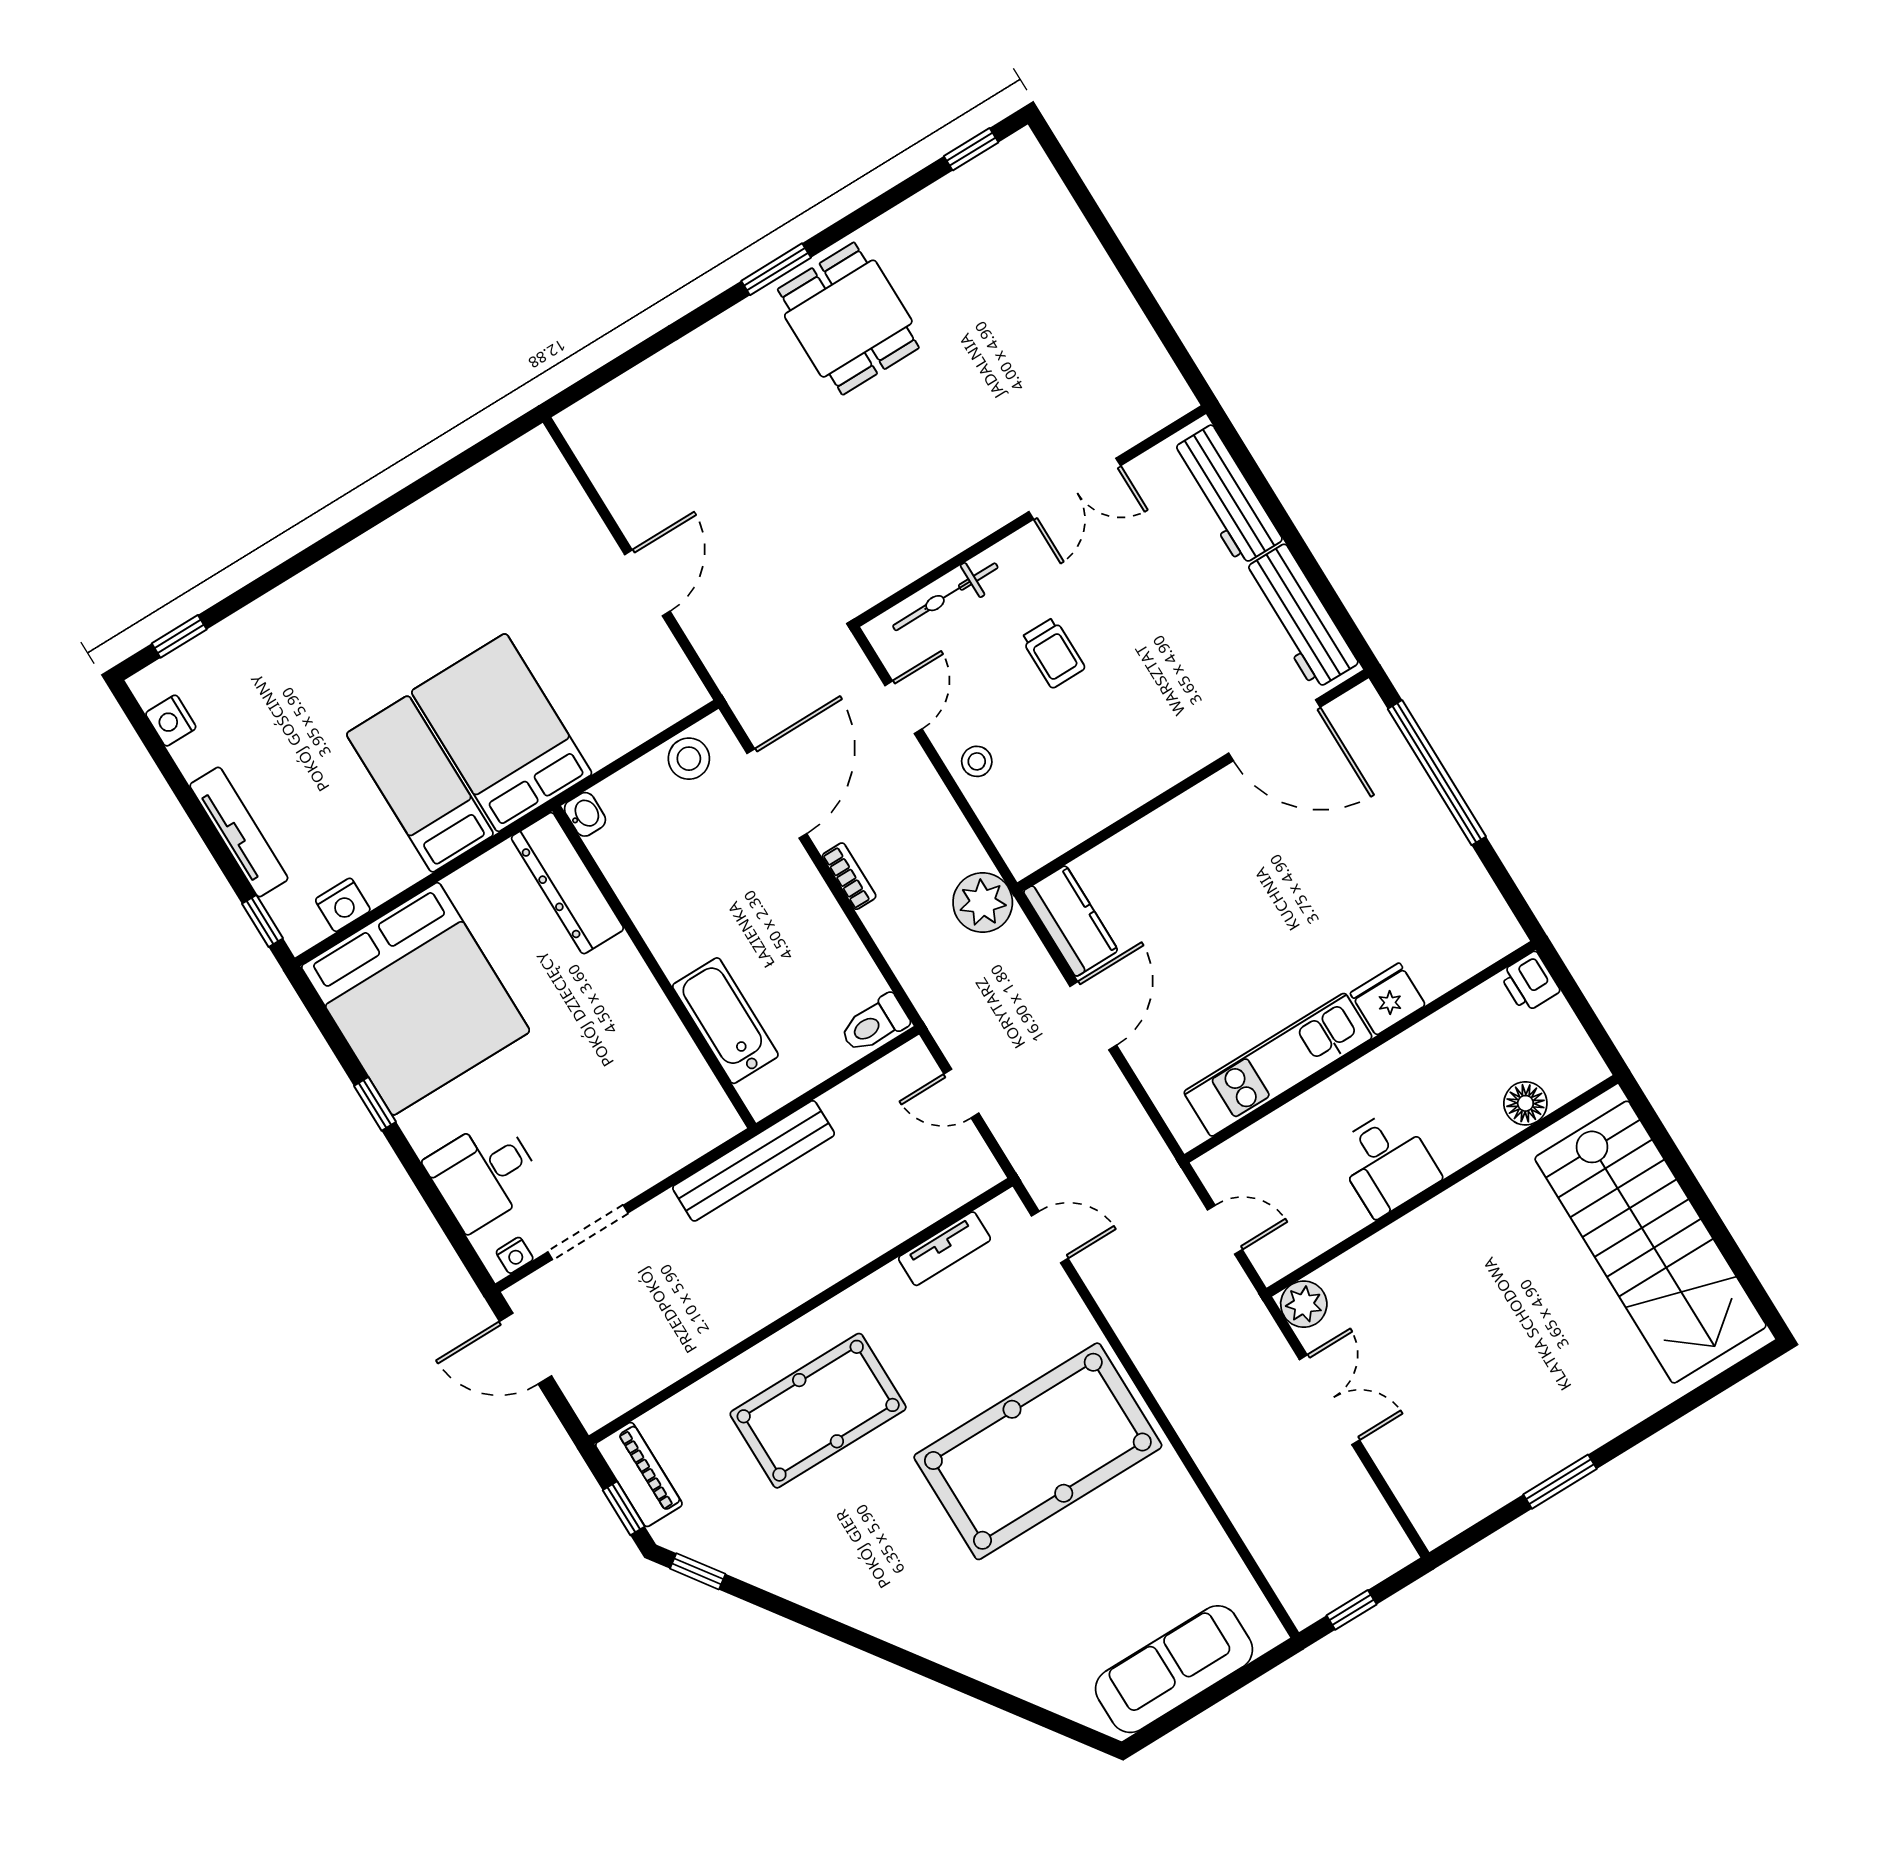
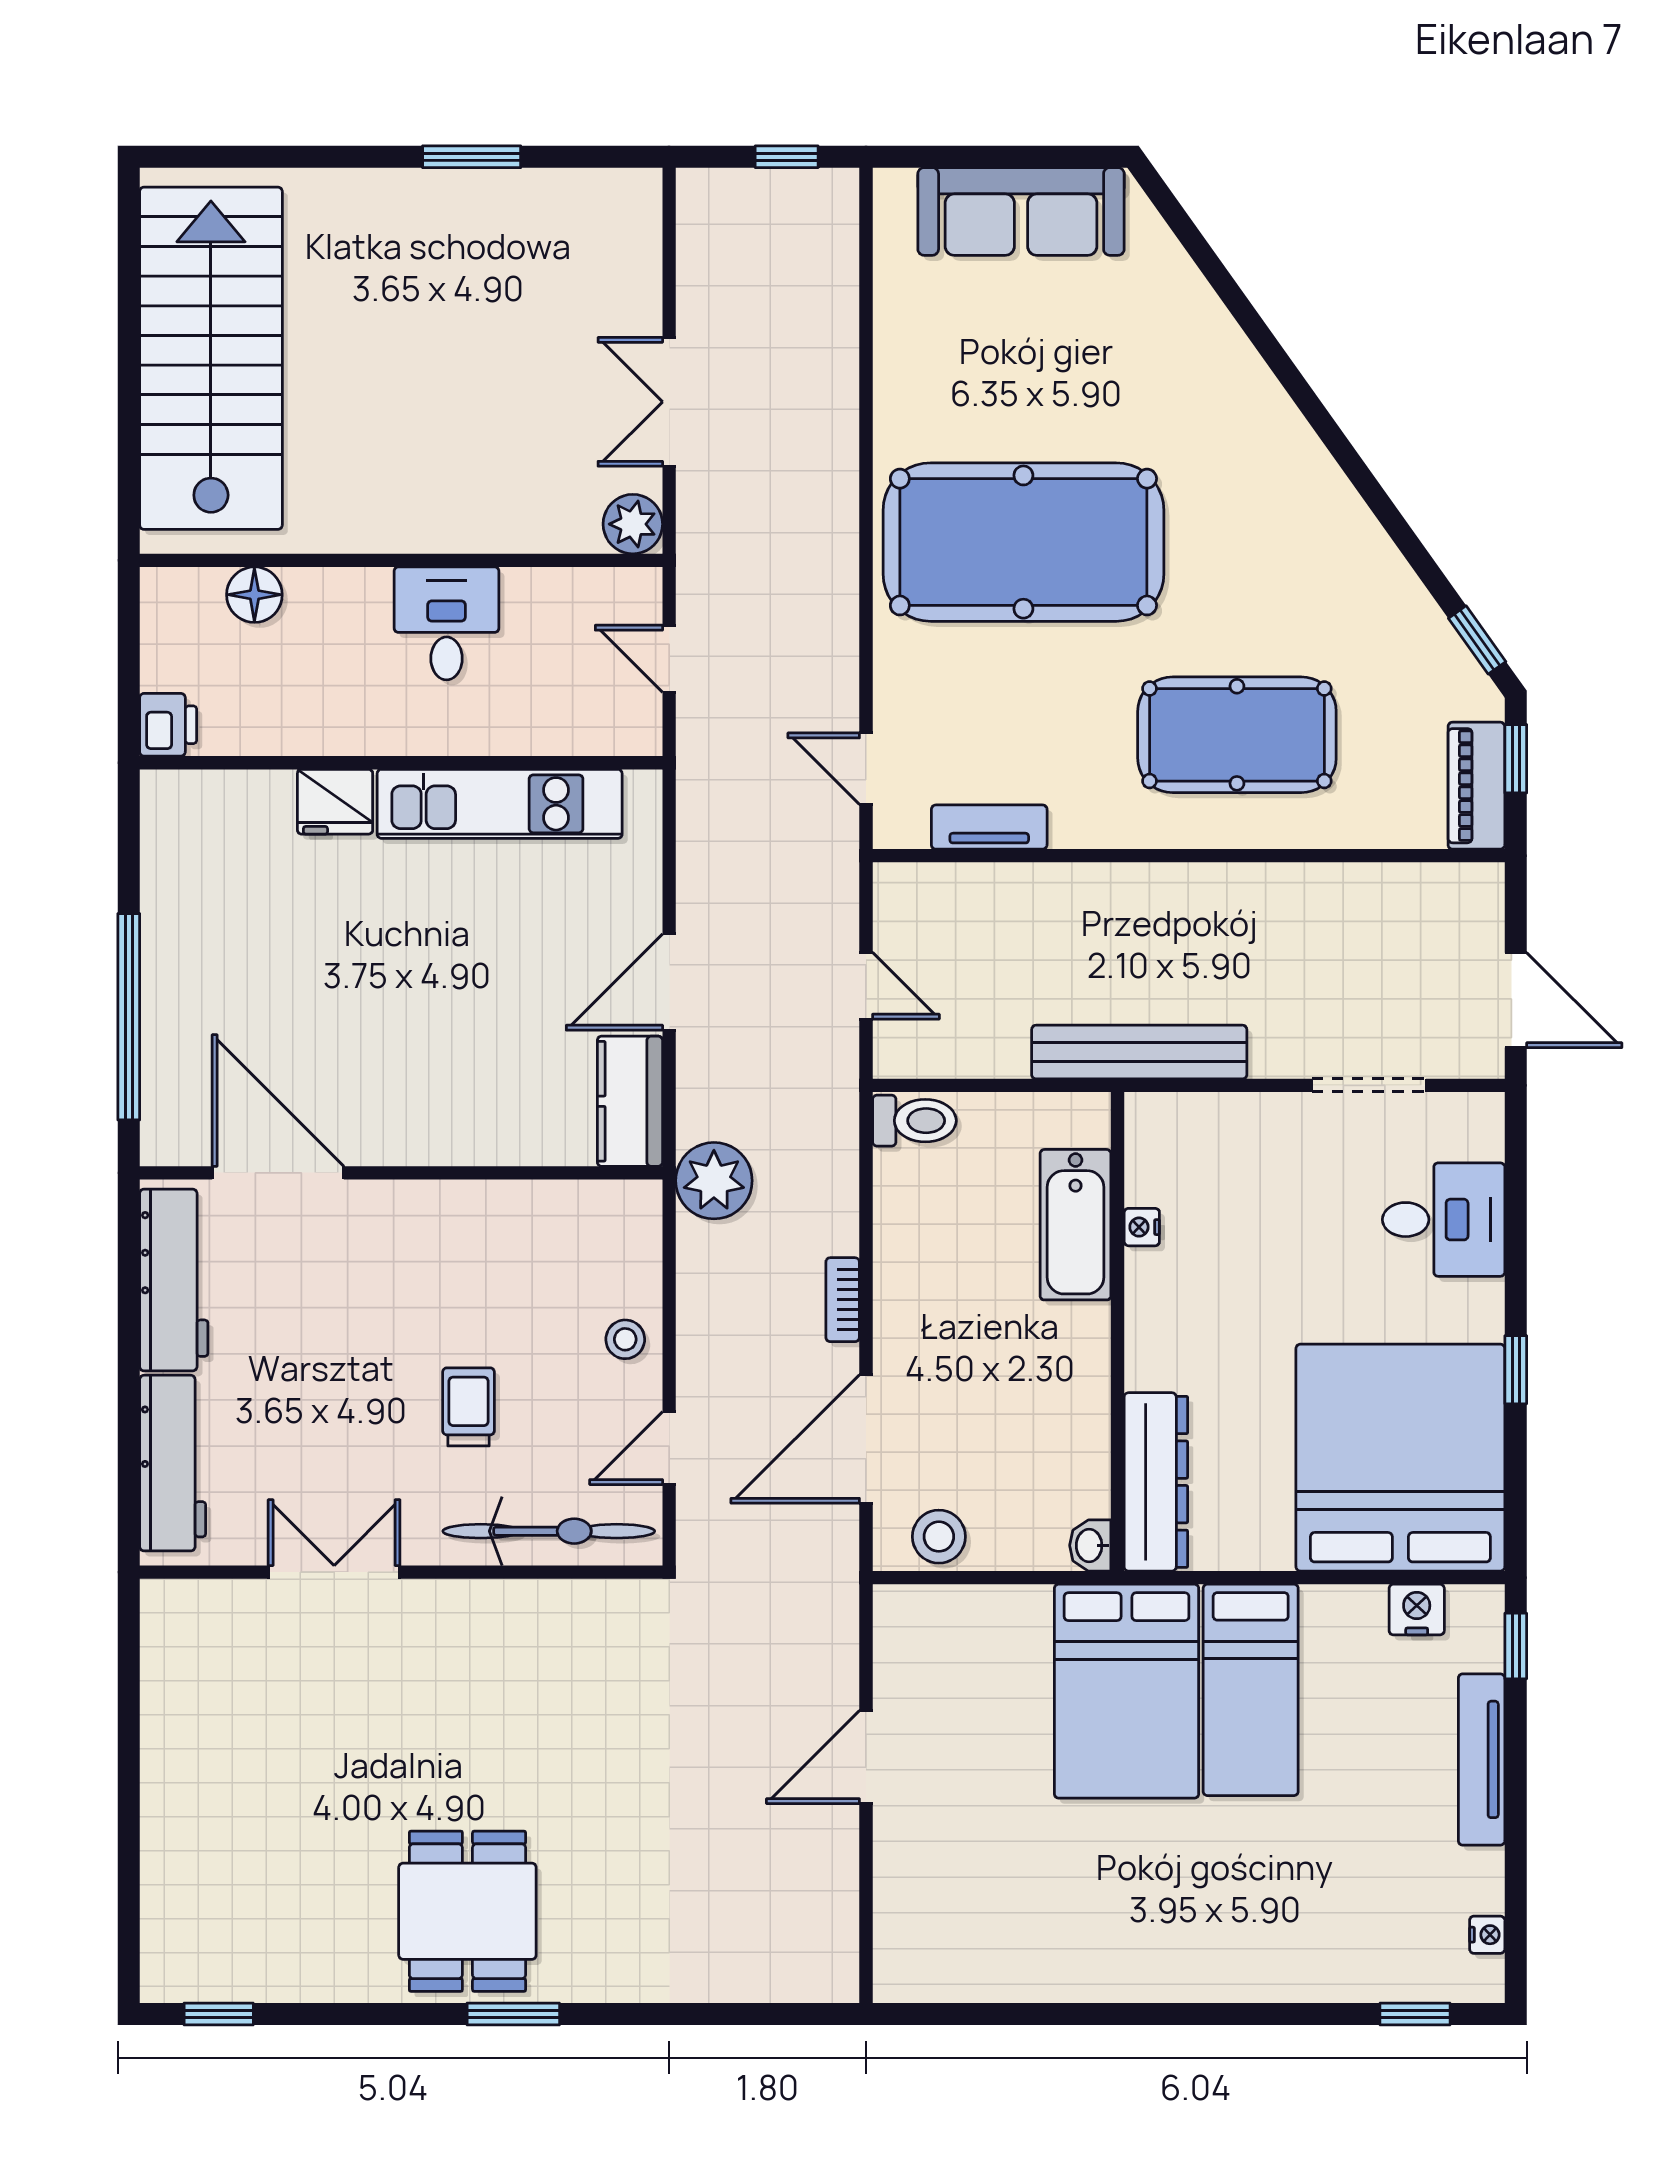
bicycle: (945, 597) -> (549, 1531), width x1.37, depth x1.40
nightstand: (171, 721) -> (1487, 1935), width x0.72, depth x0.74
nightstand: (515, 1255) -> (1142, 1227), moved, turned -90

